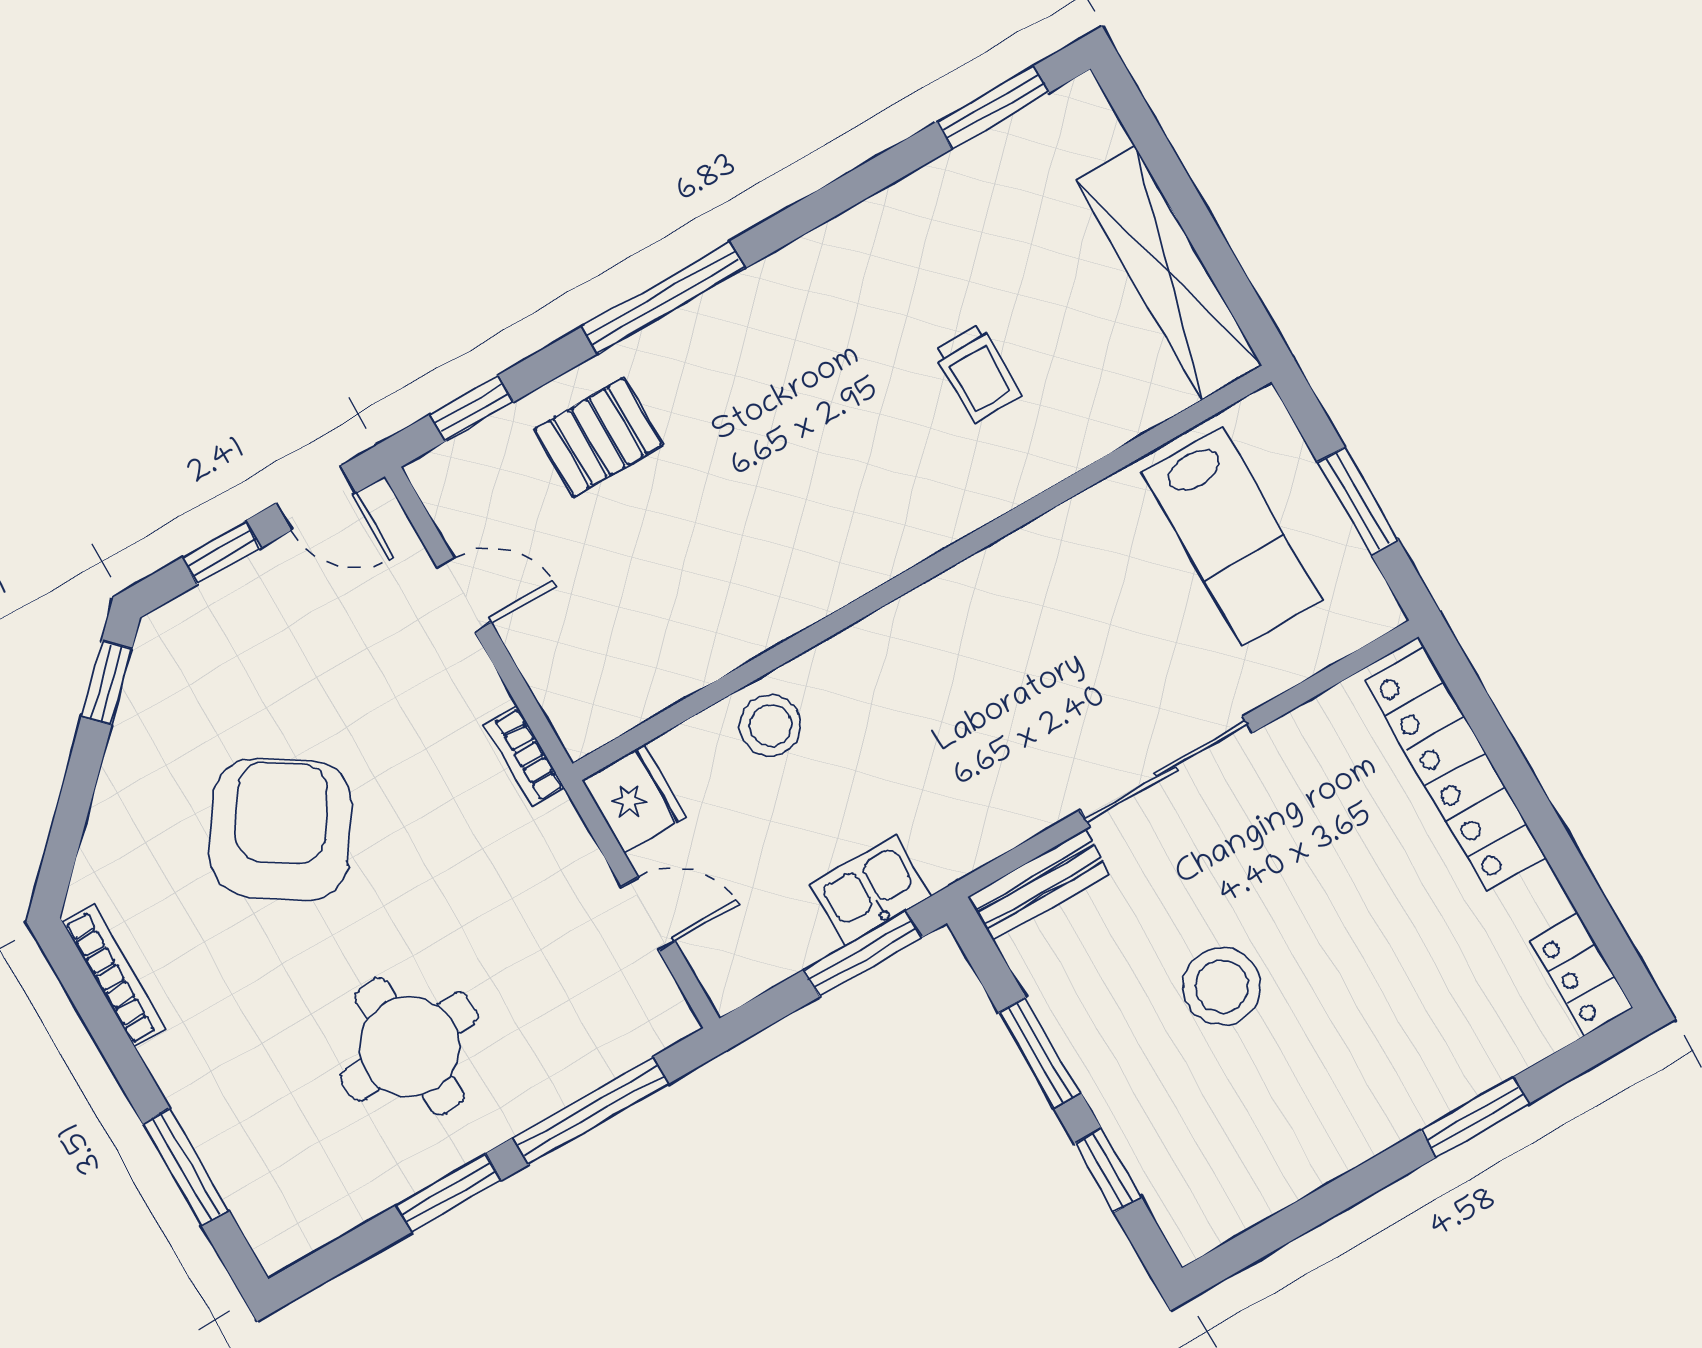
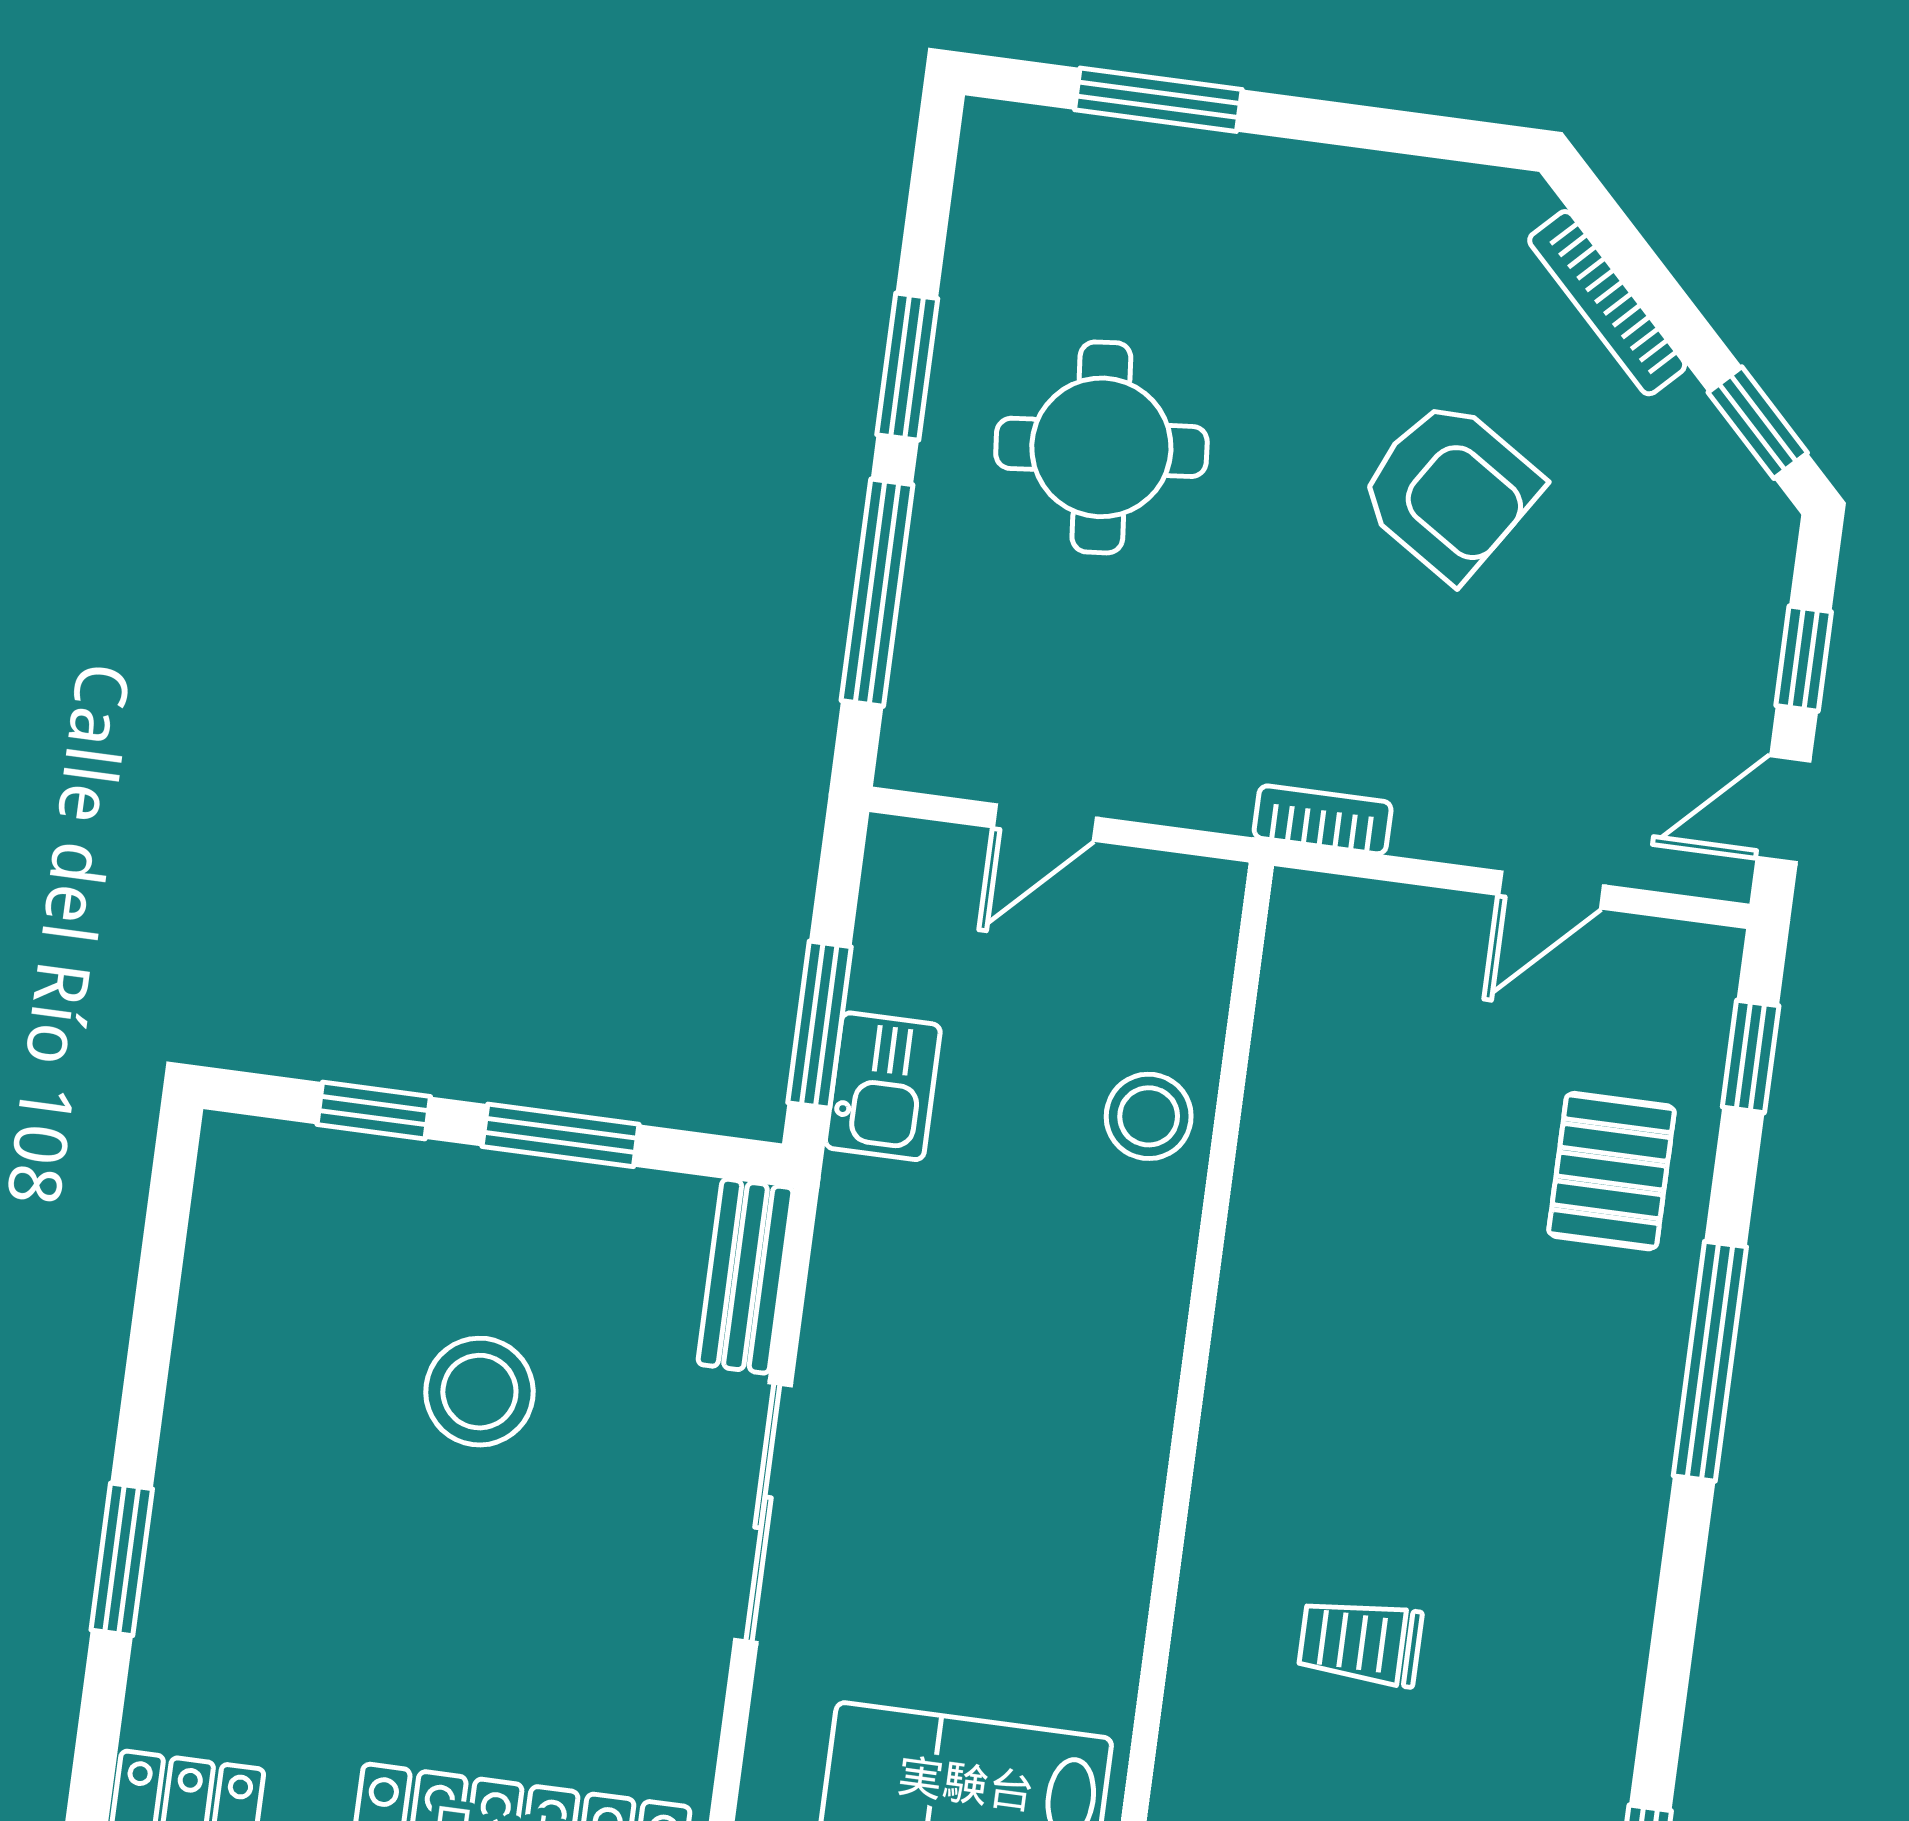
fridge: (634, 798) -> (1184, 905), removed
armchair: (280, 829) -> (1449, 490), width x0.73, depth x0.73
bookcase: (114, 975) -> (1607, 303), moved, turned 45

